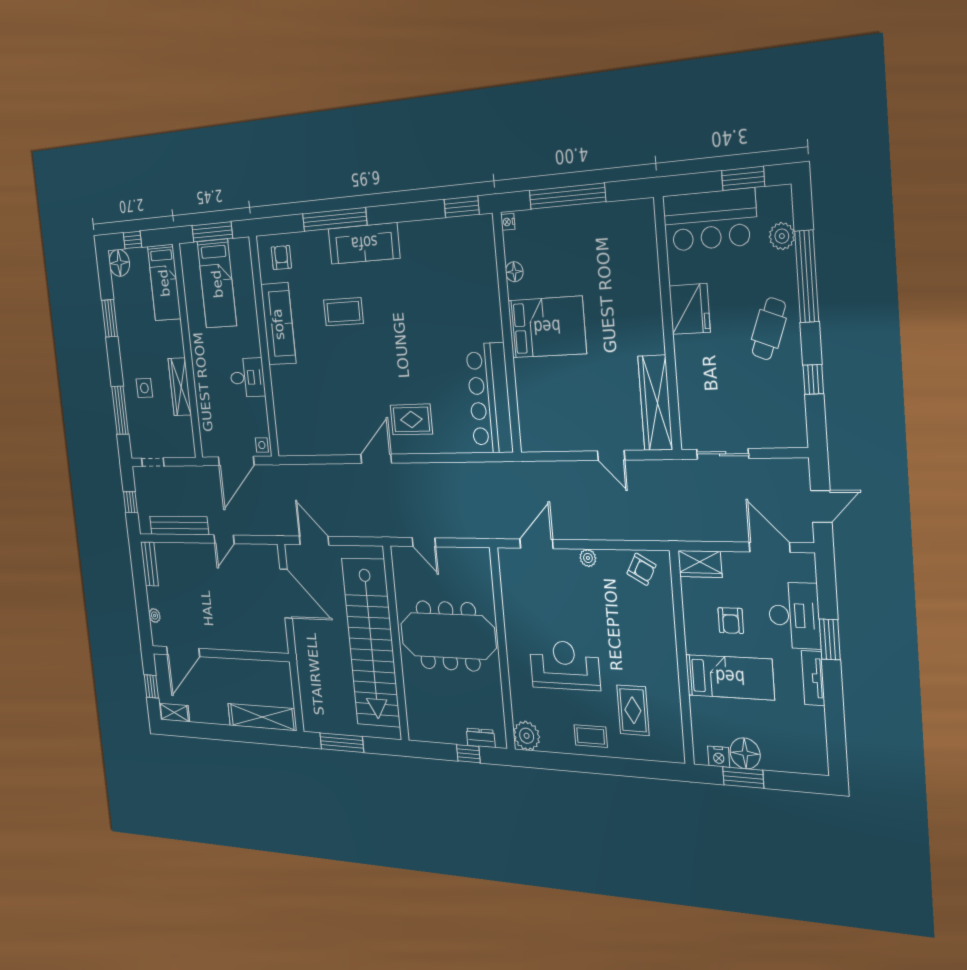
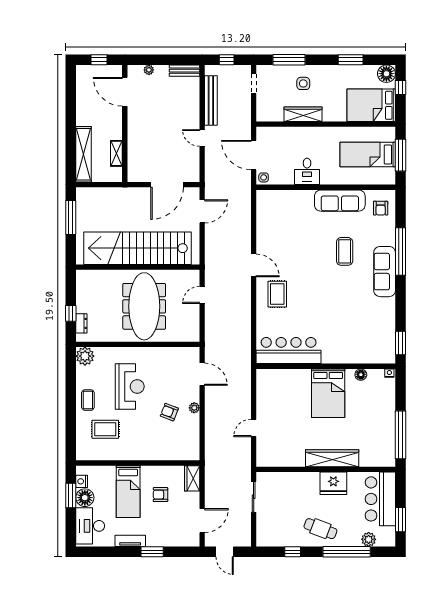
window: (567, 196) -> (400, 435), moved
armchair: (281, 257) -> (381, 208), turned 90
bed: (164, 283) -> (371, 105), width x1.50
wardrobe: (655, 403) -> (332, 458), moved
armchair: (641, 569) -> (169, 412), moved, turned 82
desk: (794, 616) -> (90, 526), moved, turned 90
shelving: (174, 713) -> (116, 153), moved

